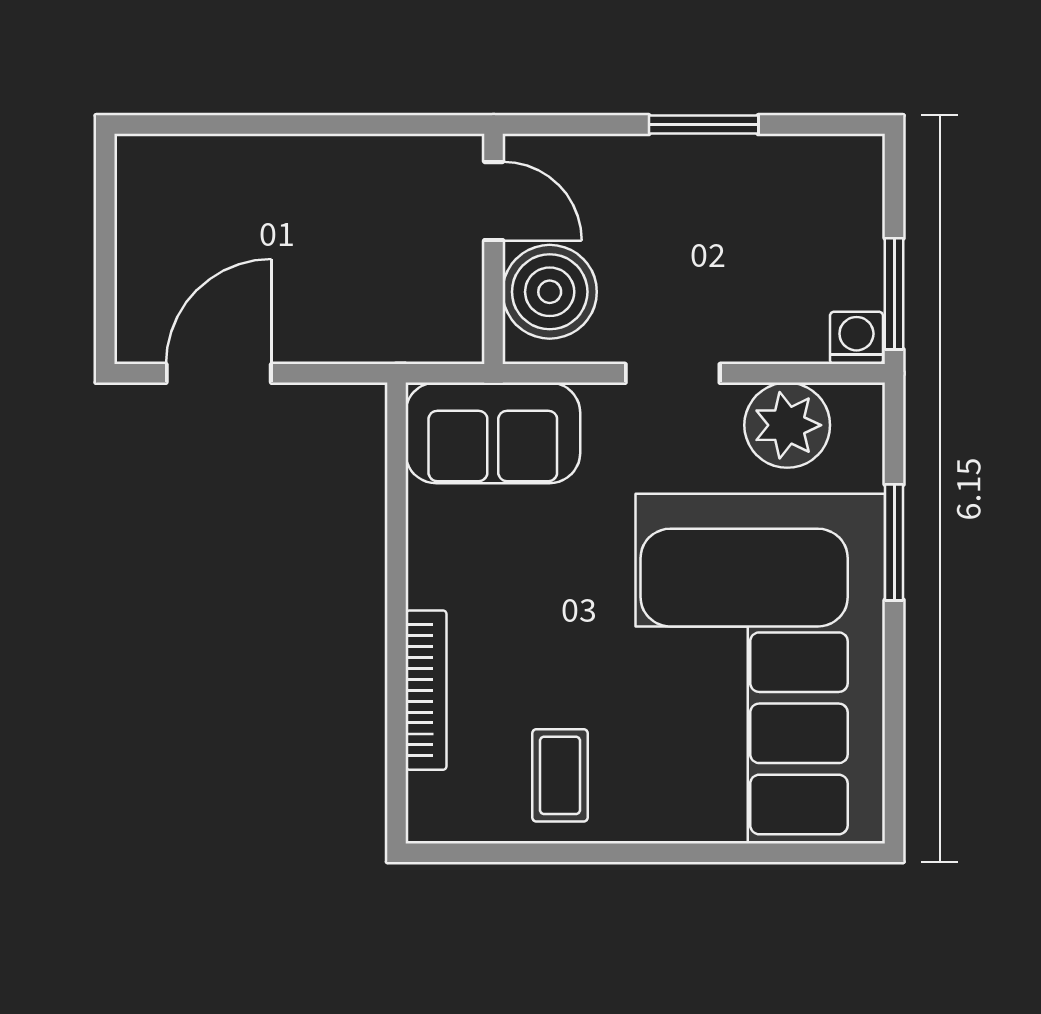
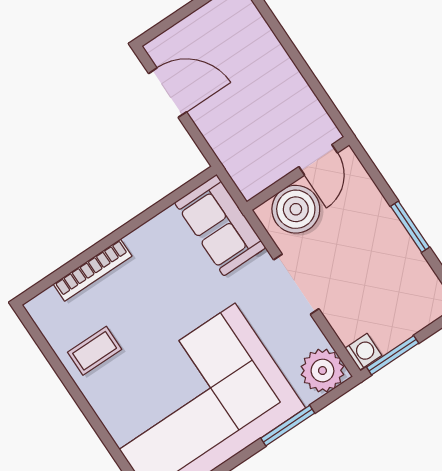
doorway: (673, 373) -> (296, 284), width x1.38
plant: (787, 425) -> (322, 371), moved

